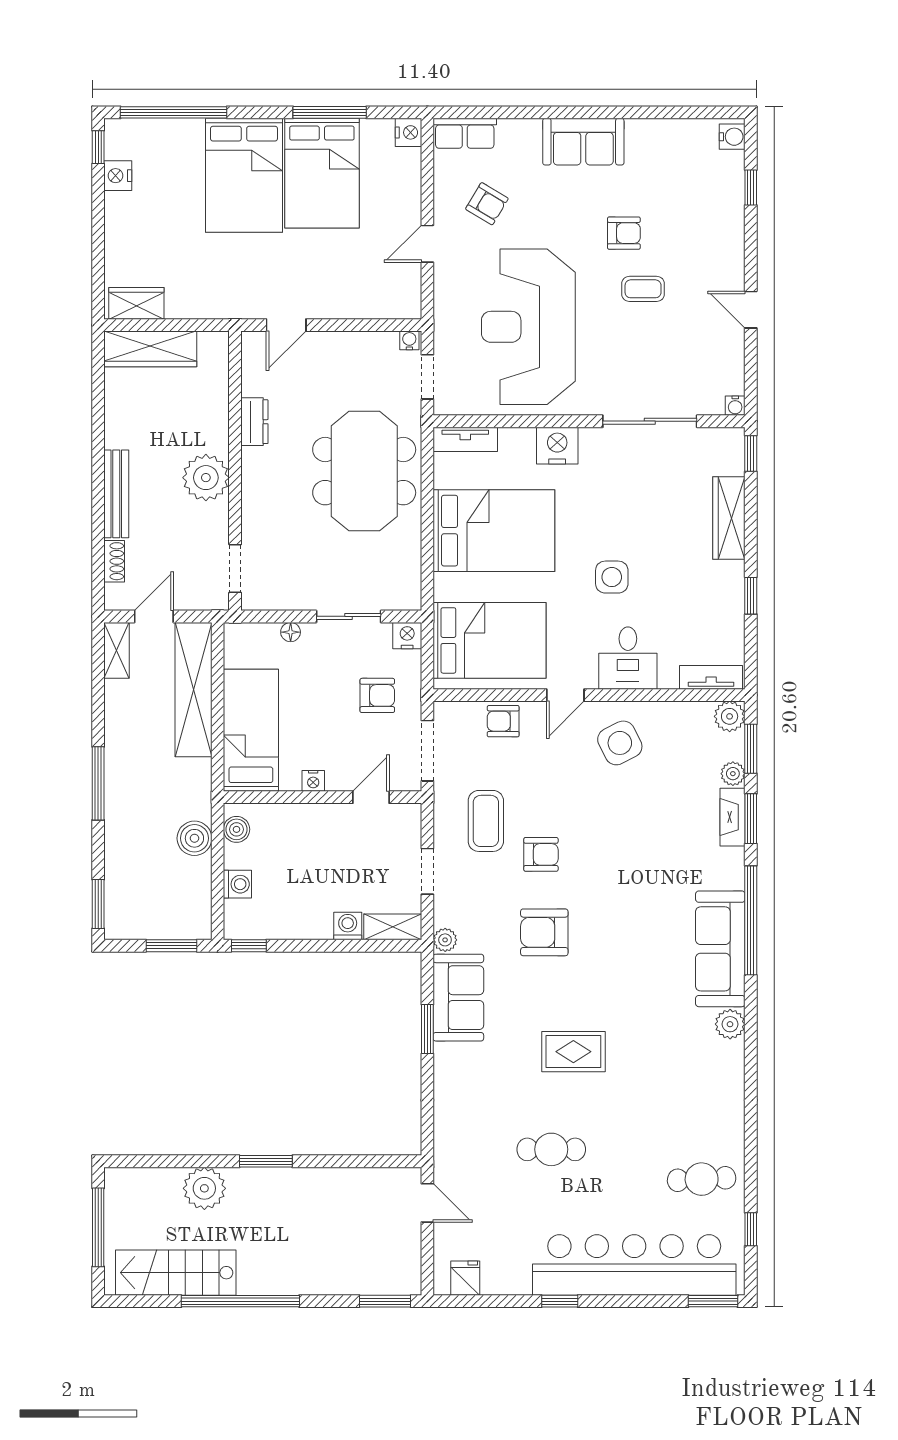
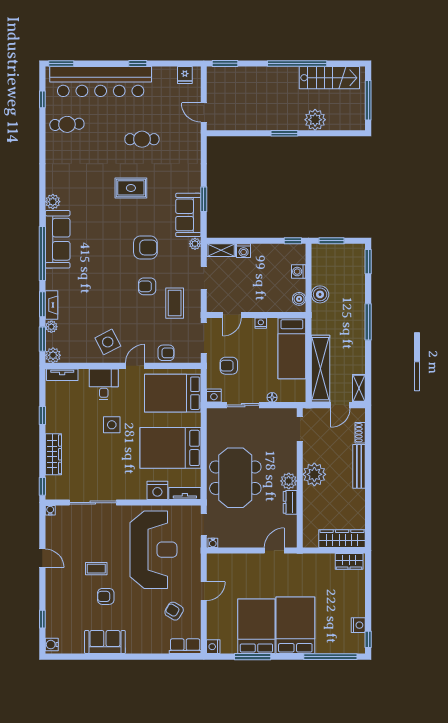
sofa: (583, 142) -> (105, 642), moved
nightstand: (557, 446) -> (157, 490), moved
plant: (257, 464) -> (289, 481), added

